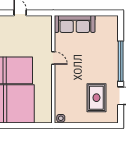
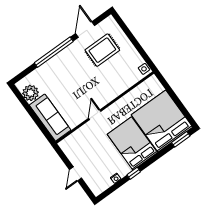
plant: (103, 23) -> (31, 93), added

